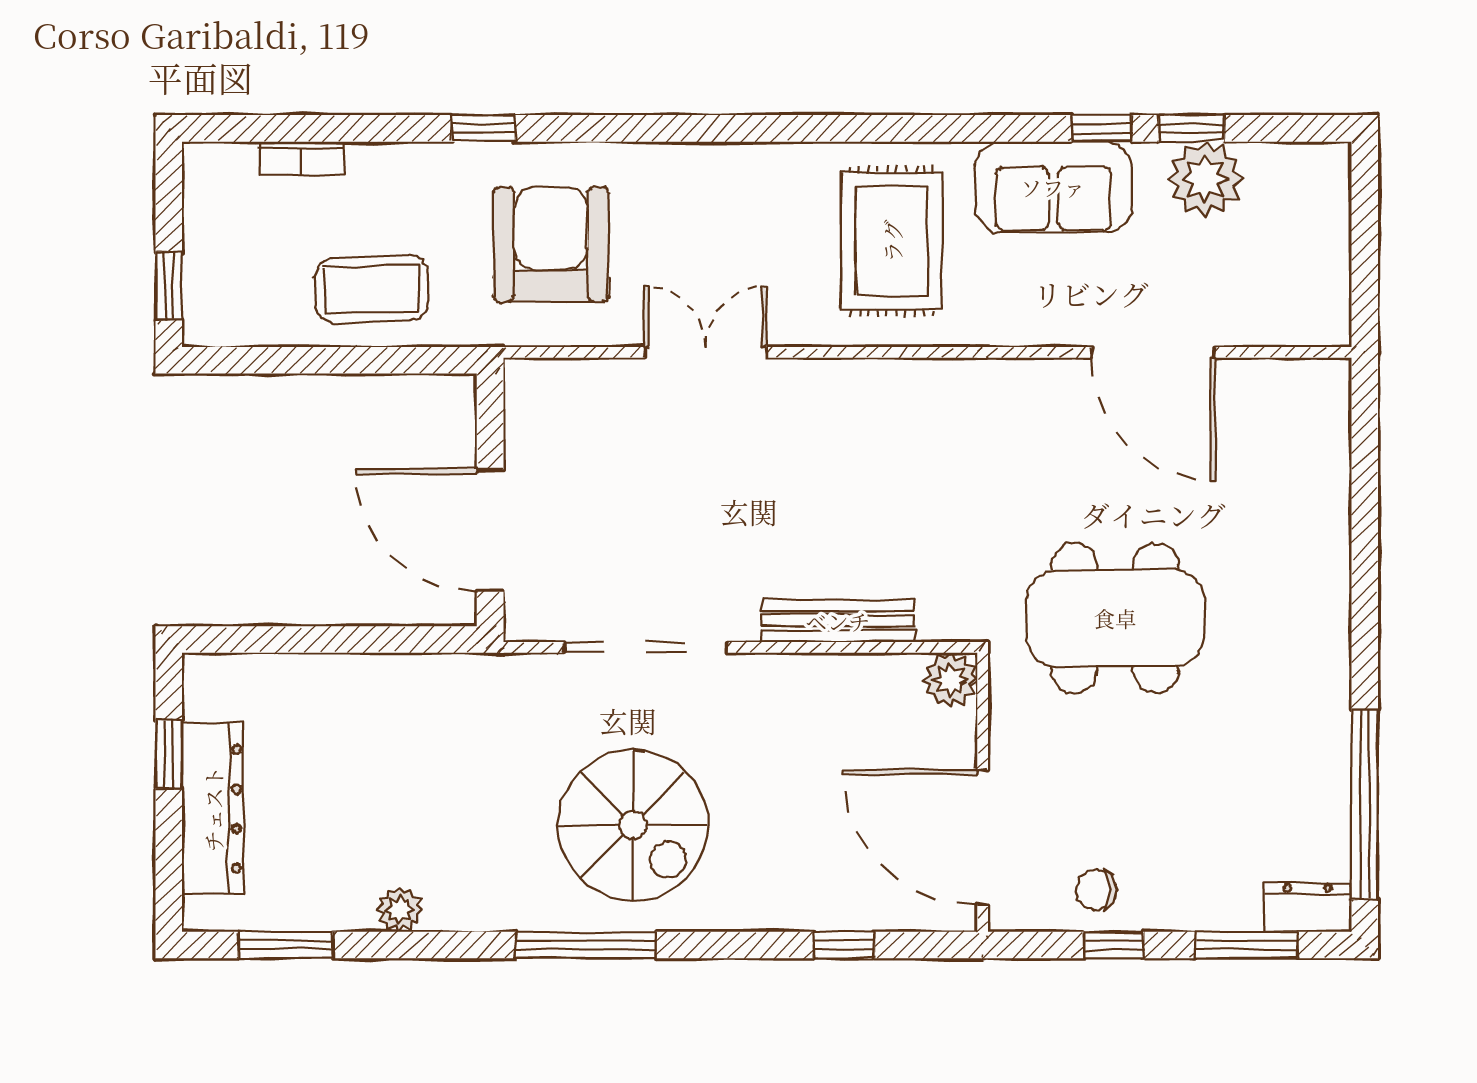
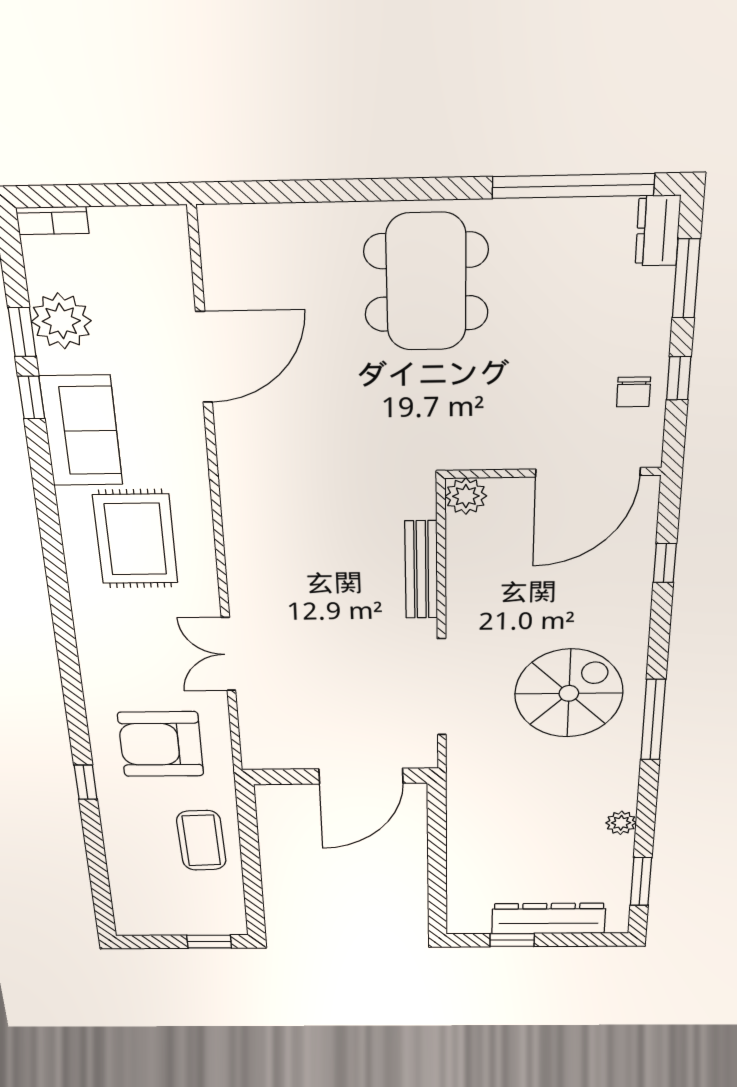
bookcase: (301, 158) -> (52, 221), moved, turned 90
rug: (892, 241) -> (135, 539), turned 90
dining table: (1115, 618) -> (426, 282), moved

